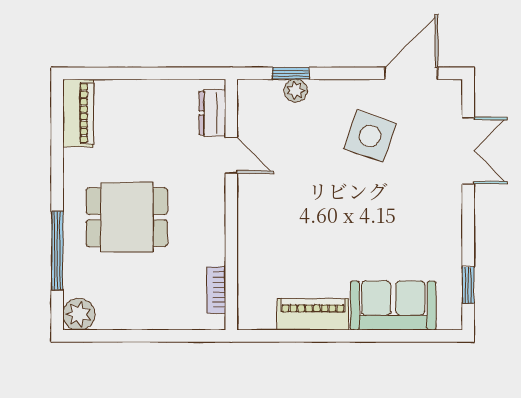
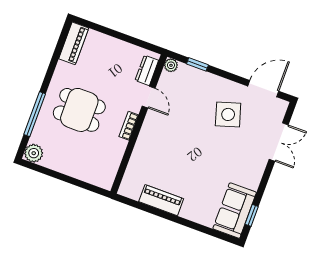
plant: (296, 90) -> (171, 65), moved
side table: (370, 136) -> (228, 114), turned -36
bookcase: (216, 290) -> (129, 126), moved
sofa: (393, 305) -> (235, 211), moved, turned -90

